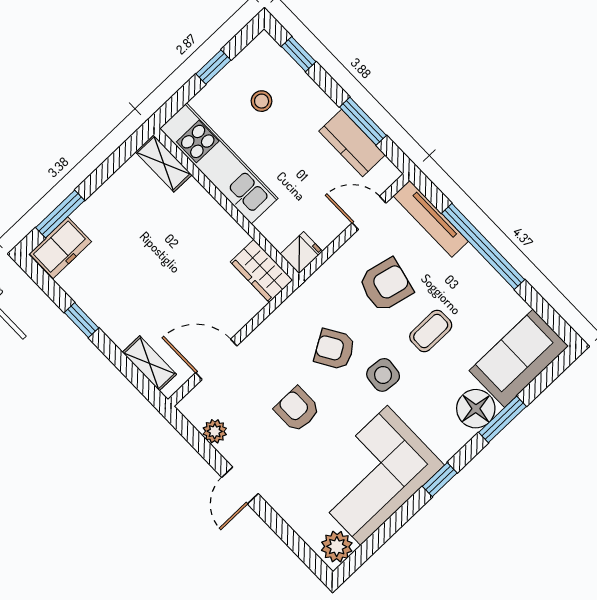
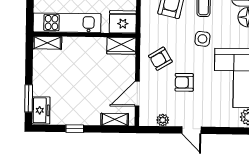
fridge: (301, 253) -> (123, 22), width x1.88, depth x1.34
armchair: (335, 349) -> (160, 59), moved

